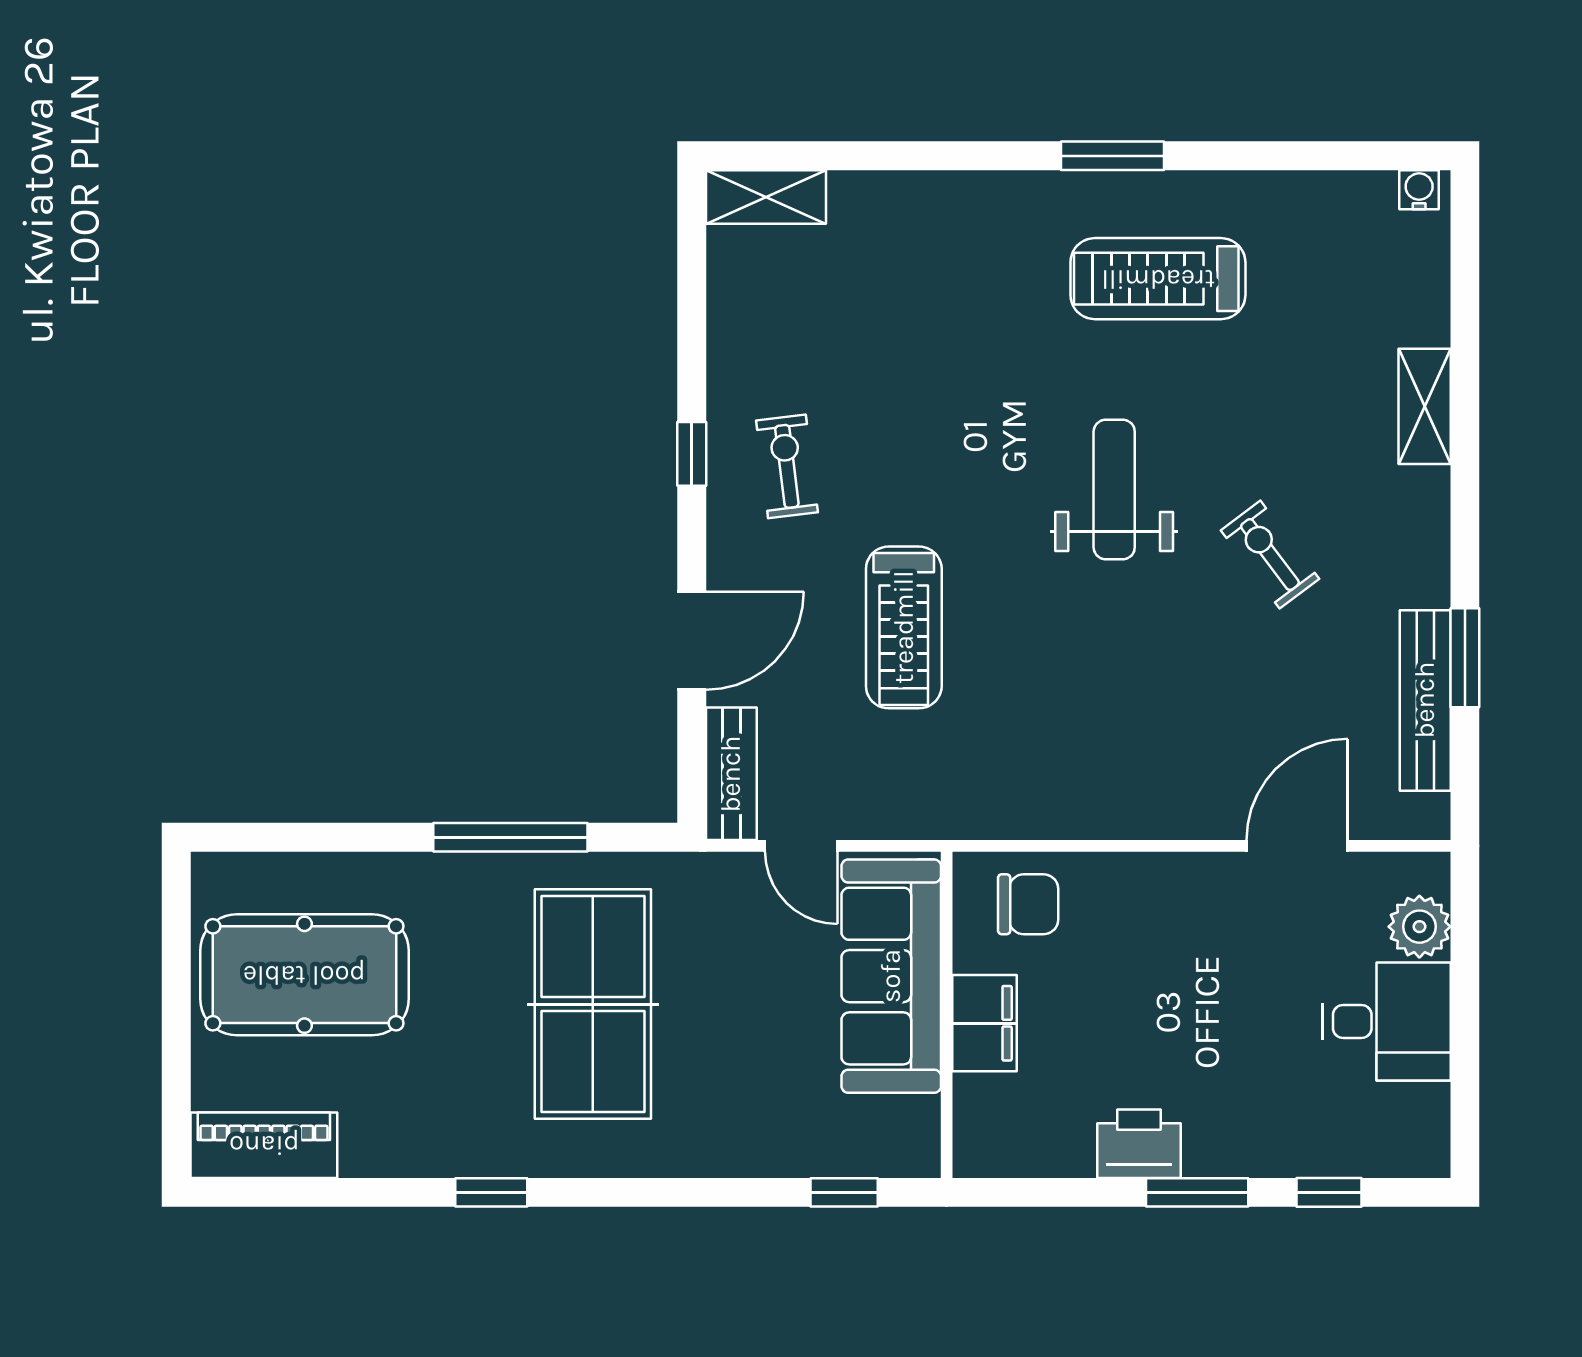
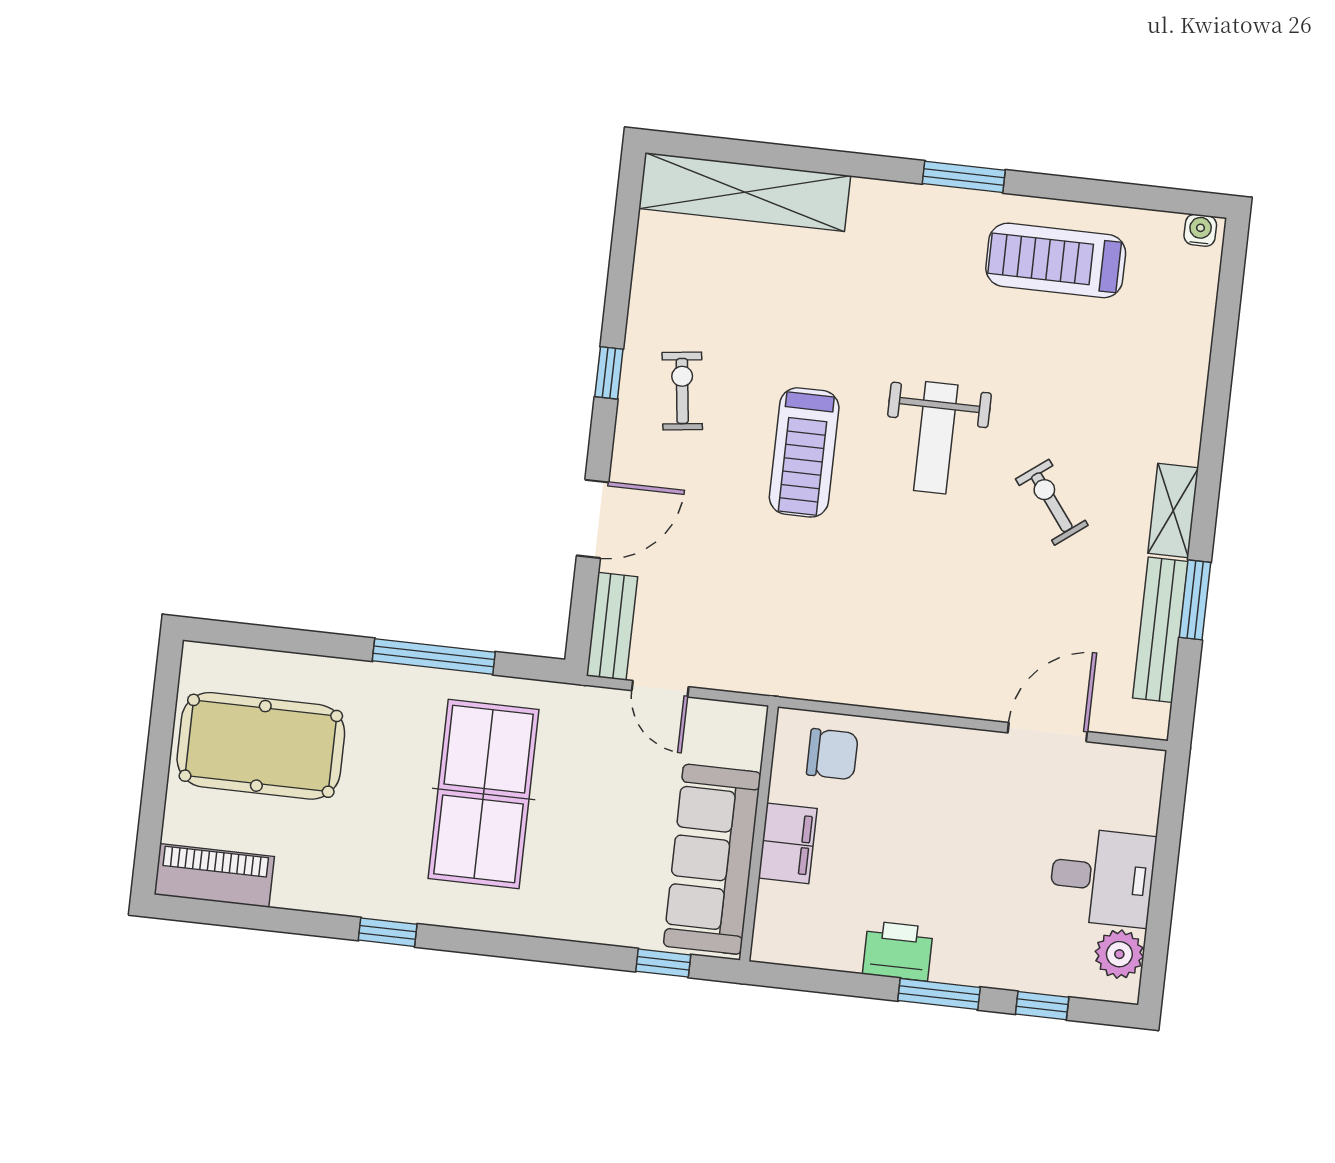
shelving: (766, 197) -> (745, 192), width x2.20, depth x1.33
treadmill: (1158, 279) -> (1056, 260), moved
shelving: (1425, 406) -> (1173, 510), moved
weight bench: (1114, 489) -> (936, 438), turned 180
treadmill: (904, 627) -> (804, 452), moved
plant: (1419, 927) -> (1119, 954), moved
sofa: (891, 976) -> (712, 859), moved

